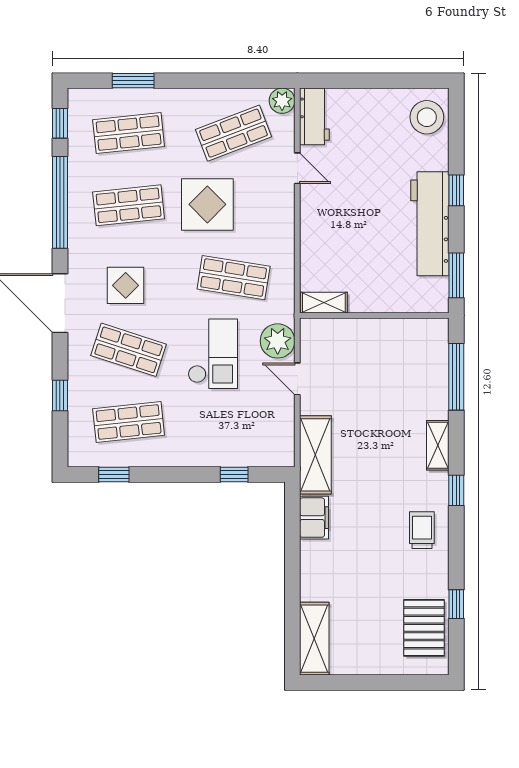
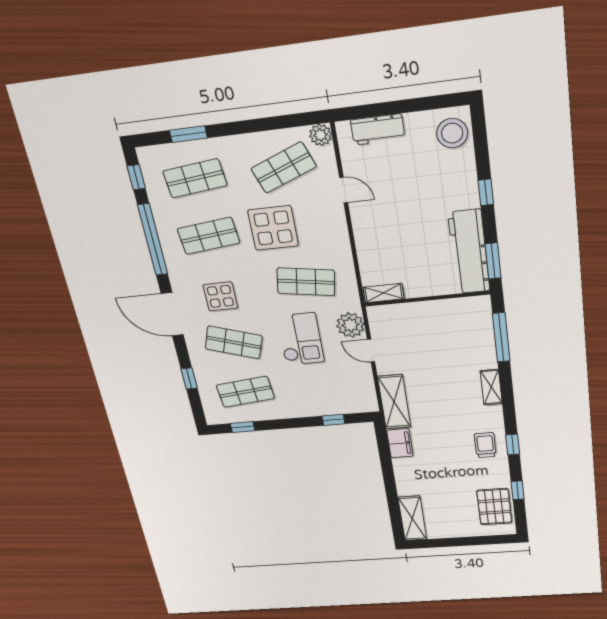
workbench: (314, 116) -> (378, 129), moved, turned 90
workbench: (430, 224) -> (469, 252), moved
window: (456, 490) -> (513, 444), moved

